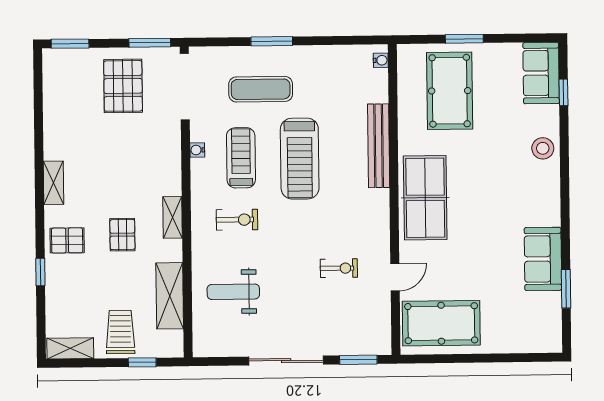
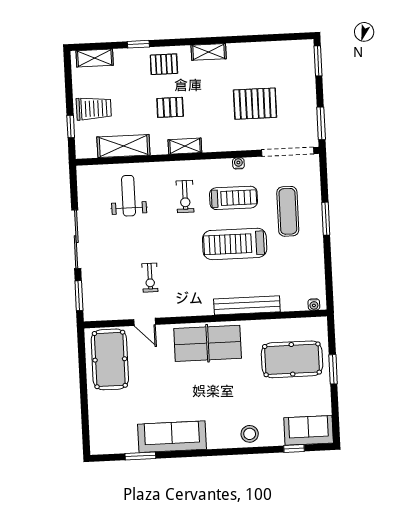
pallet: (123, 86) -> (255, 104), moved
pallet: (67, 240) -> (164, 64), turned 90
sofa: (543, 259) -> (172, 437), width x1.36
shelving: (70, 348) -> (95, 58), moved, turned 90

